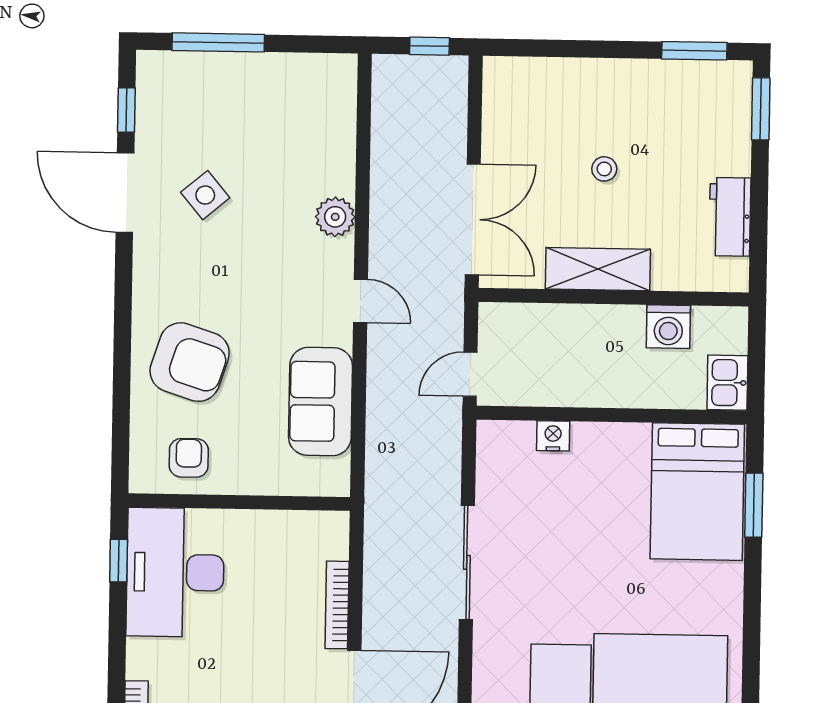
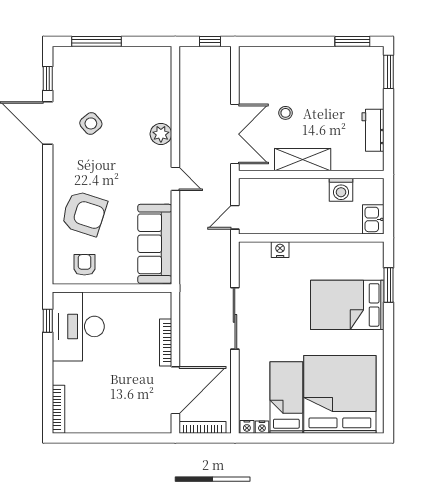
stool: (604, 169) -> (286, 113), moved
sofa: (321, 401) -> (155, 244), width x1.36
bed: (697, 492) -> (347, 305), moved, turned 90

